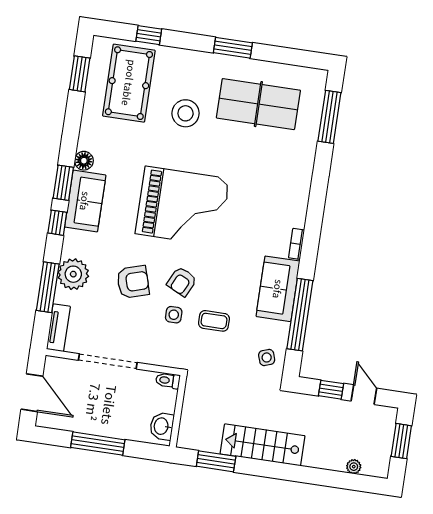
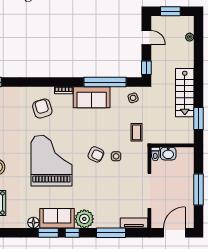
plant: (73, 274) -> (84, 219), moved
armchair: (133, 282) -> (42, 109), moved
coffee table: (214, 321) -> (136, 132), moved
window: (331, 390) -> (146, 68), moved
door: (364, 395) -> (146, 37), swing flipped
washbasin: (162, 426) -> (168, 154), moved

